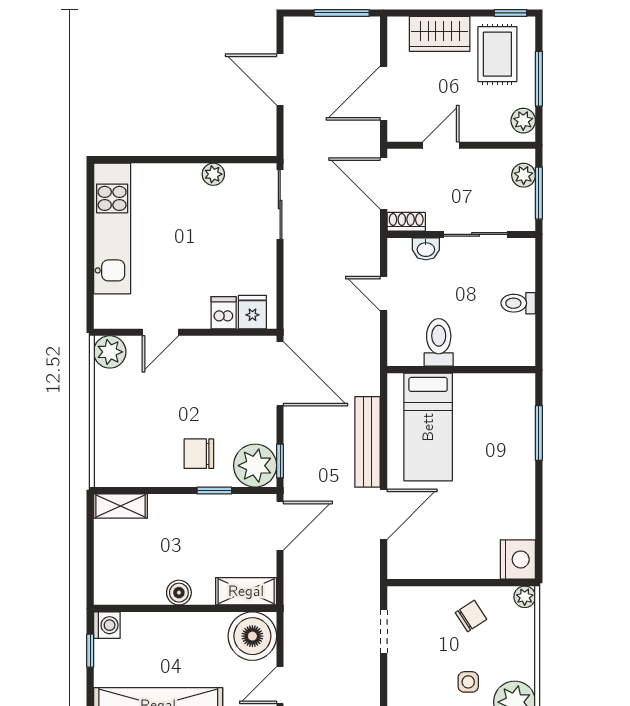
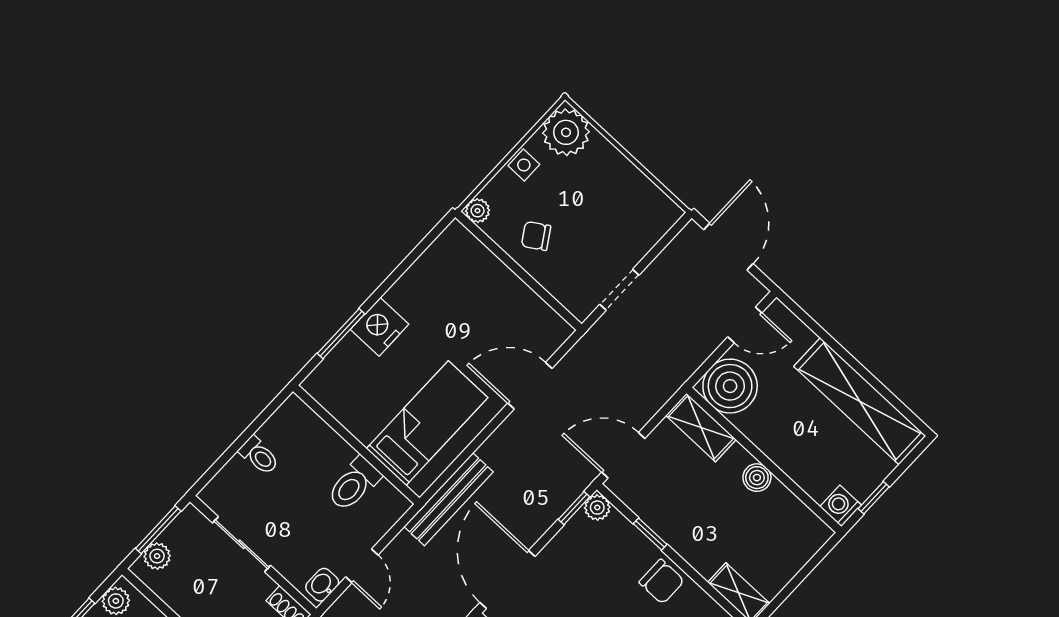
washbasin: (426, 249) -> (322, 585), moved, turned -90
bench: (367, 442) -> (449, 499), moved
chair: (199, 454) -> (662, 582), moved
plant: (255, 466) -> (597, 508), width x0.53, depth x0.53
nightstand: (518, 559) -> (380, 327), moved
side table: (468, 682) -> (524, 165), moved

